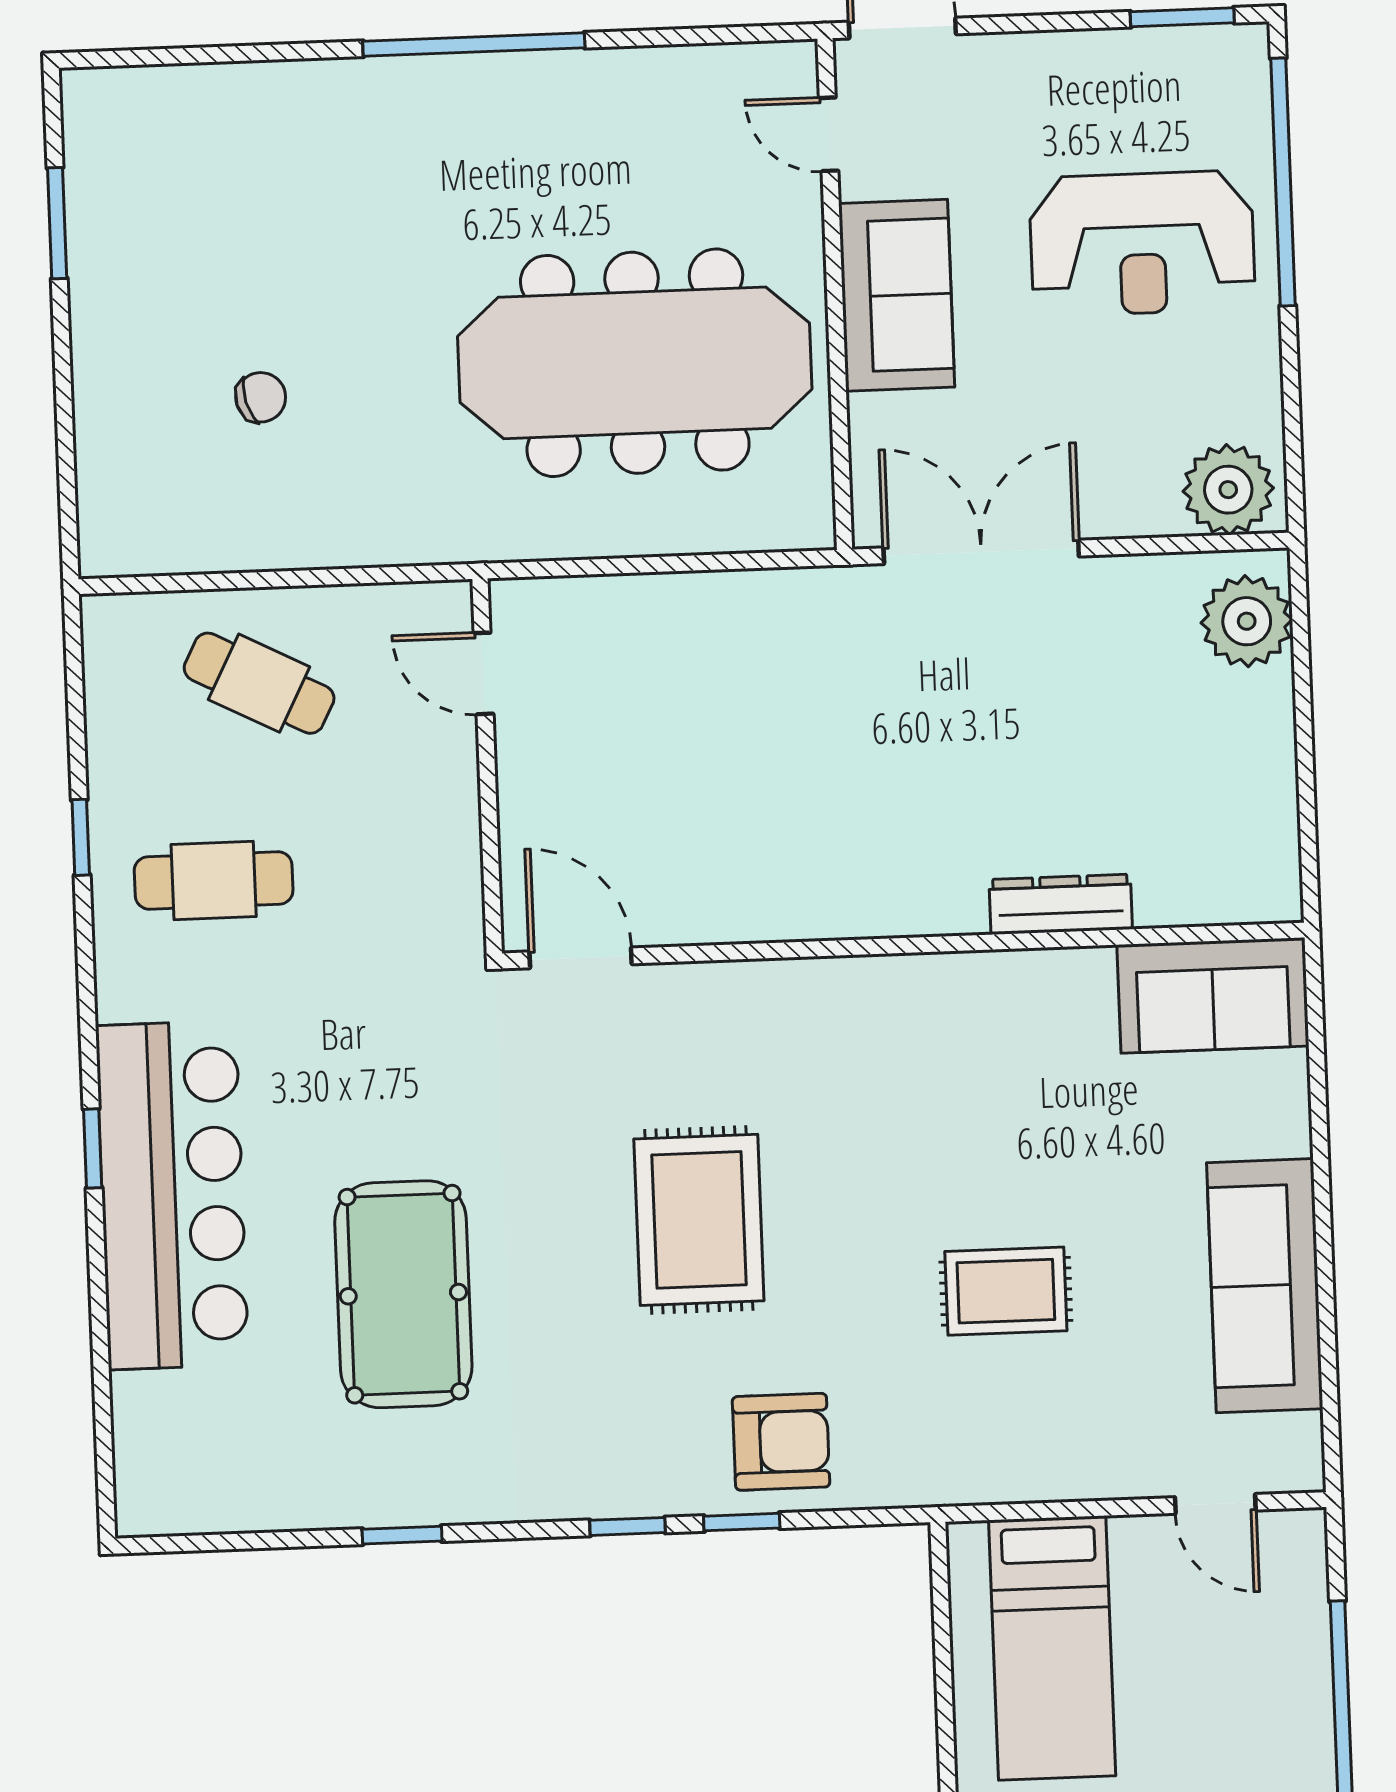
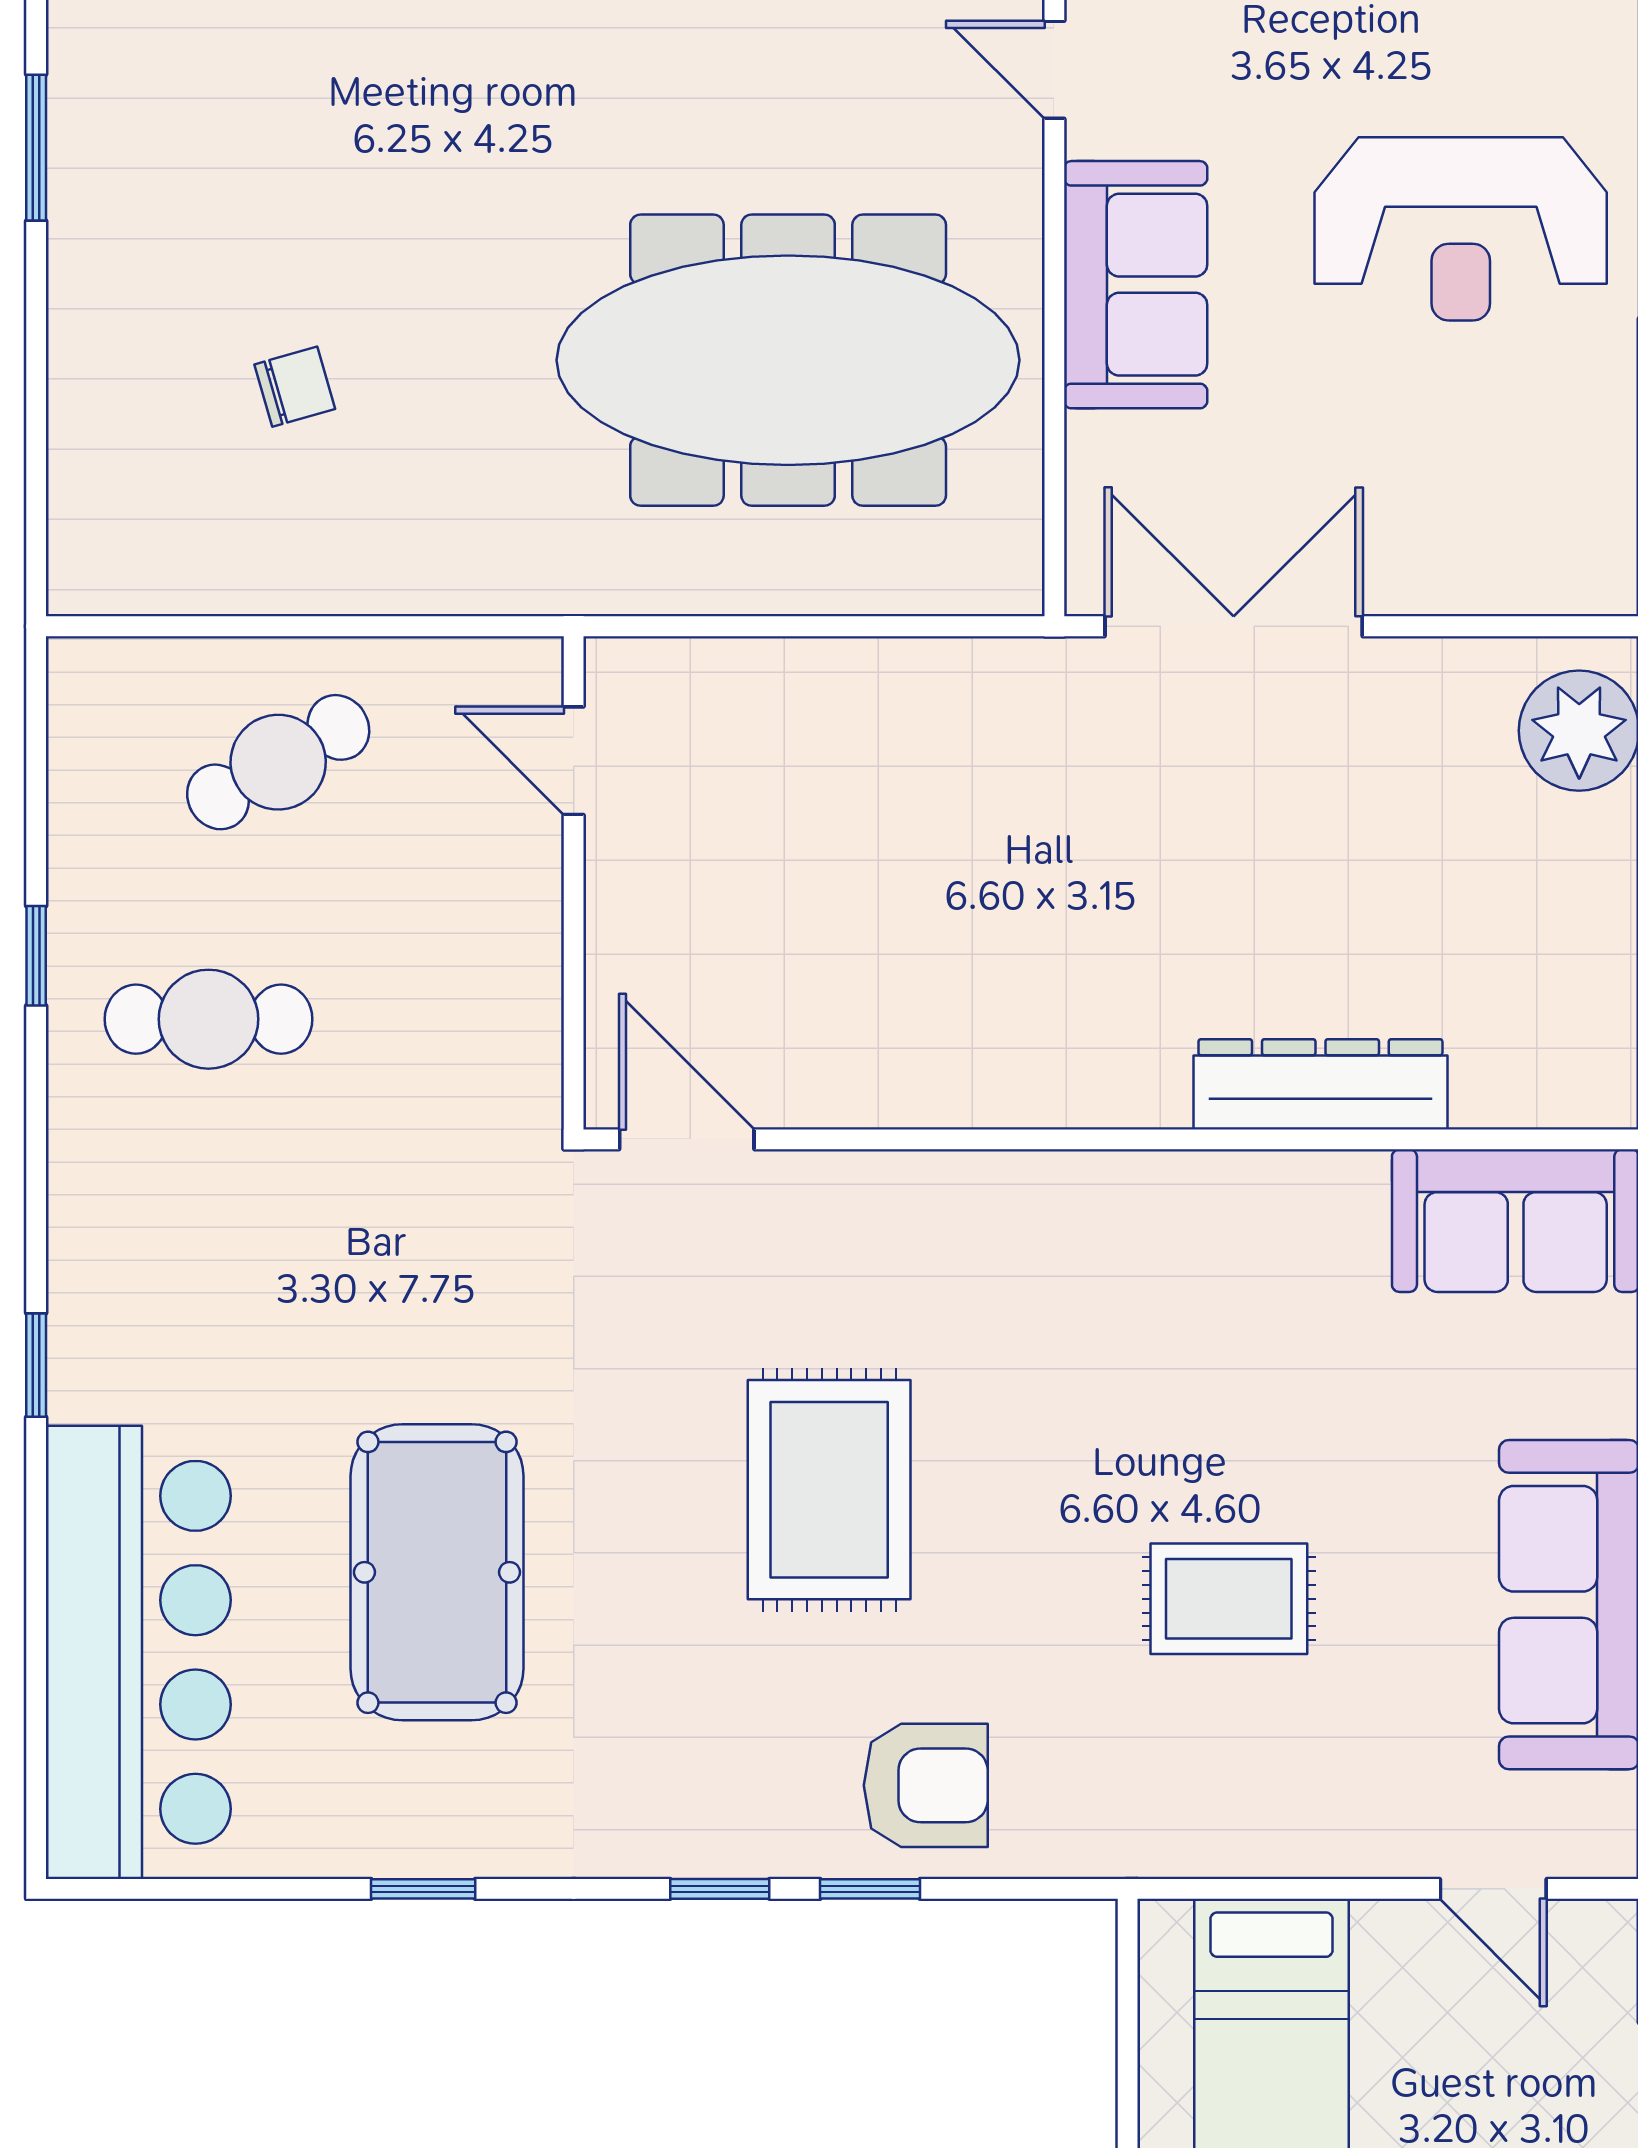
plant: (1228, 490) -> (1561, 557), removed
cafe table: (259, 683) -> (278, 762), turned -57
dresser: (1061, 904) -> (1320, 1084), width x1.37, depth x1.24
bar counter: (172, 1195) -> (138, 1652), moved

